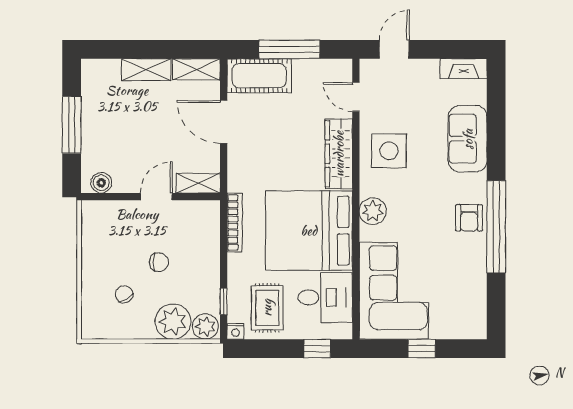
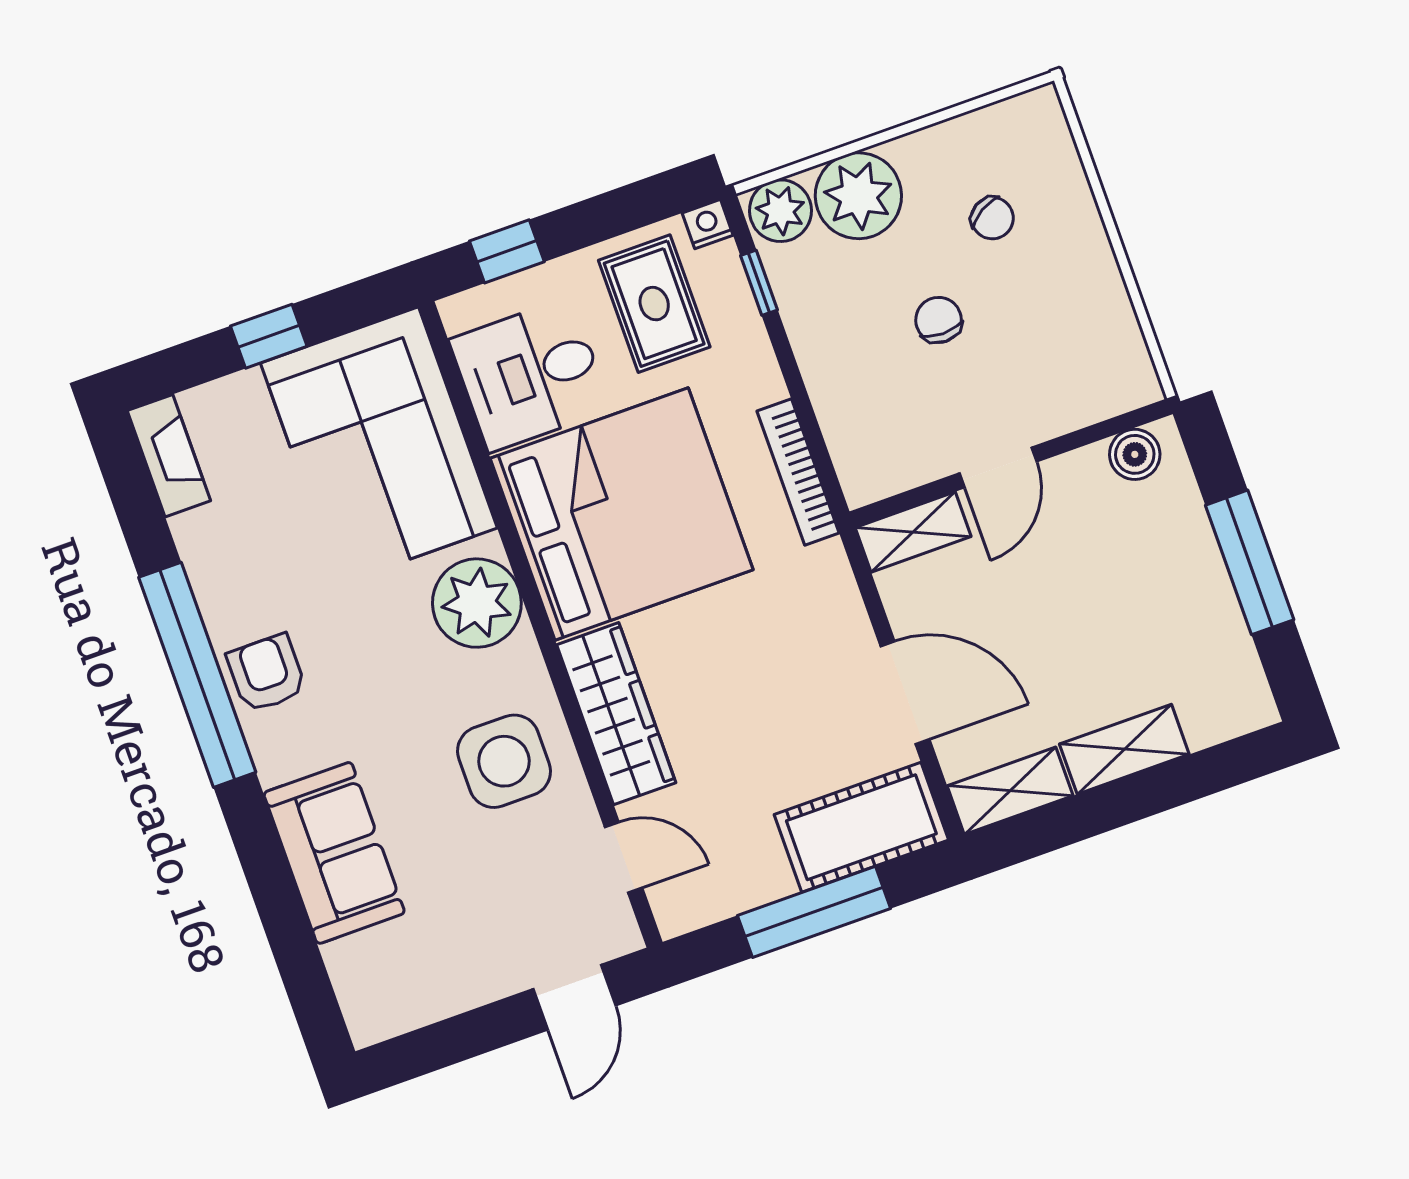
fireplace: (464, 69) -> (169, 456), moved, turned 90
plant: (373, 211) -> (477, 603), width x1.36, depth x1.36
chair: (159, 262) -> (939, 320), turned 88

